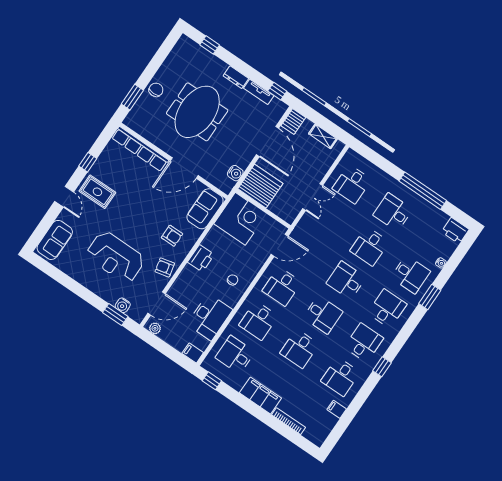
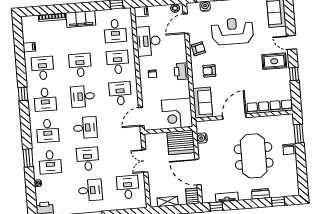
dresser: (236, 77) -> (261, 194), moved
desk: (411, 274) -> (50, 162), turned -90
desk: (235, 355) -> (115, 31), turned 90

